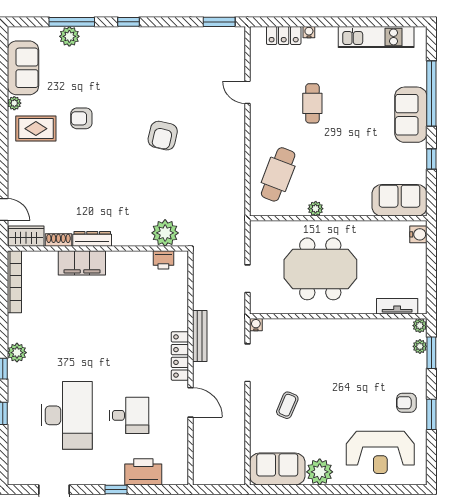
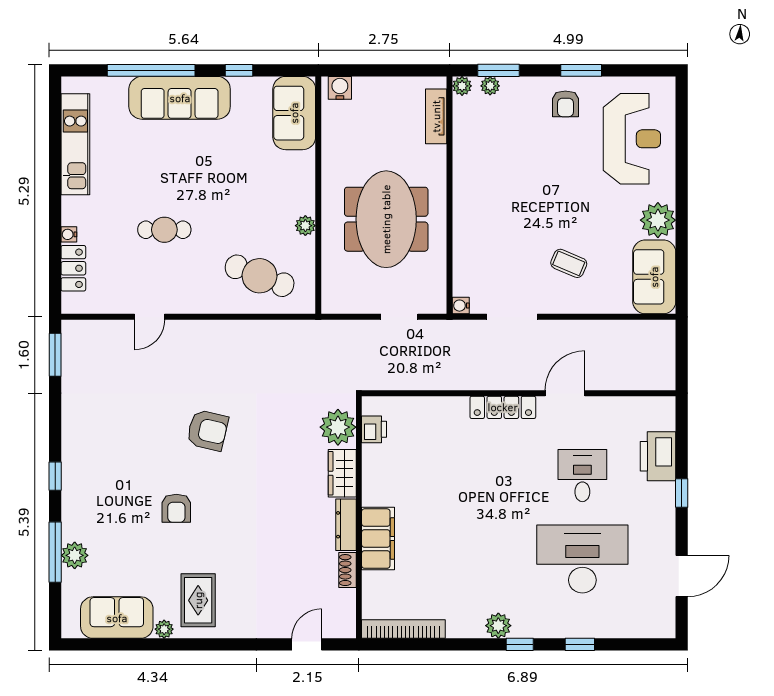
sofa: (411, 115) -> (180, 98), width x1.36
armchair: (81, 118) -> (176, 508), moved
wardrobe: (26, 236) -> (342, 473), moved
bench: (200, 336) -> (476, 381), removed

